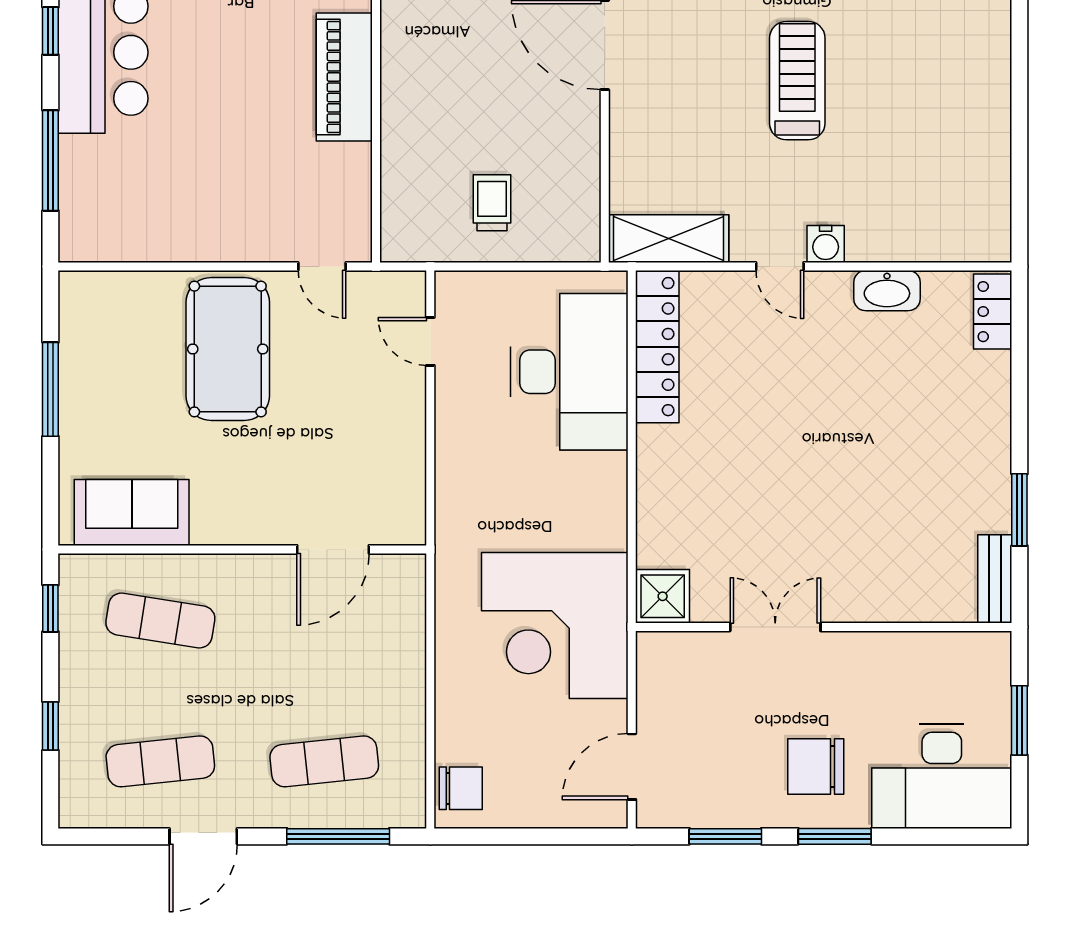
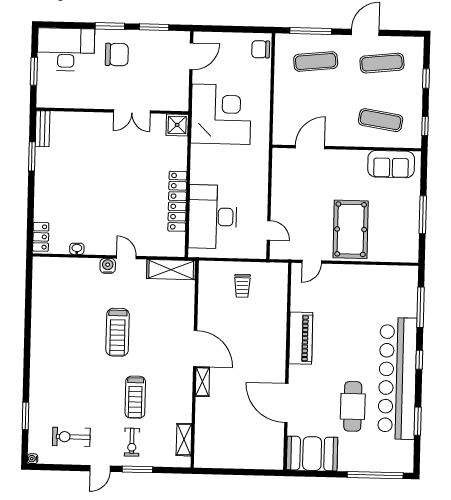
door: (322, 266) -> (312, 262), swing flipped
washbasin: (887, 291) -> (77, 249), width x0.52, depth x0.69
locker: (657, 347) -> (177, 201), moved

